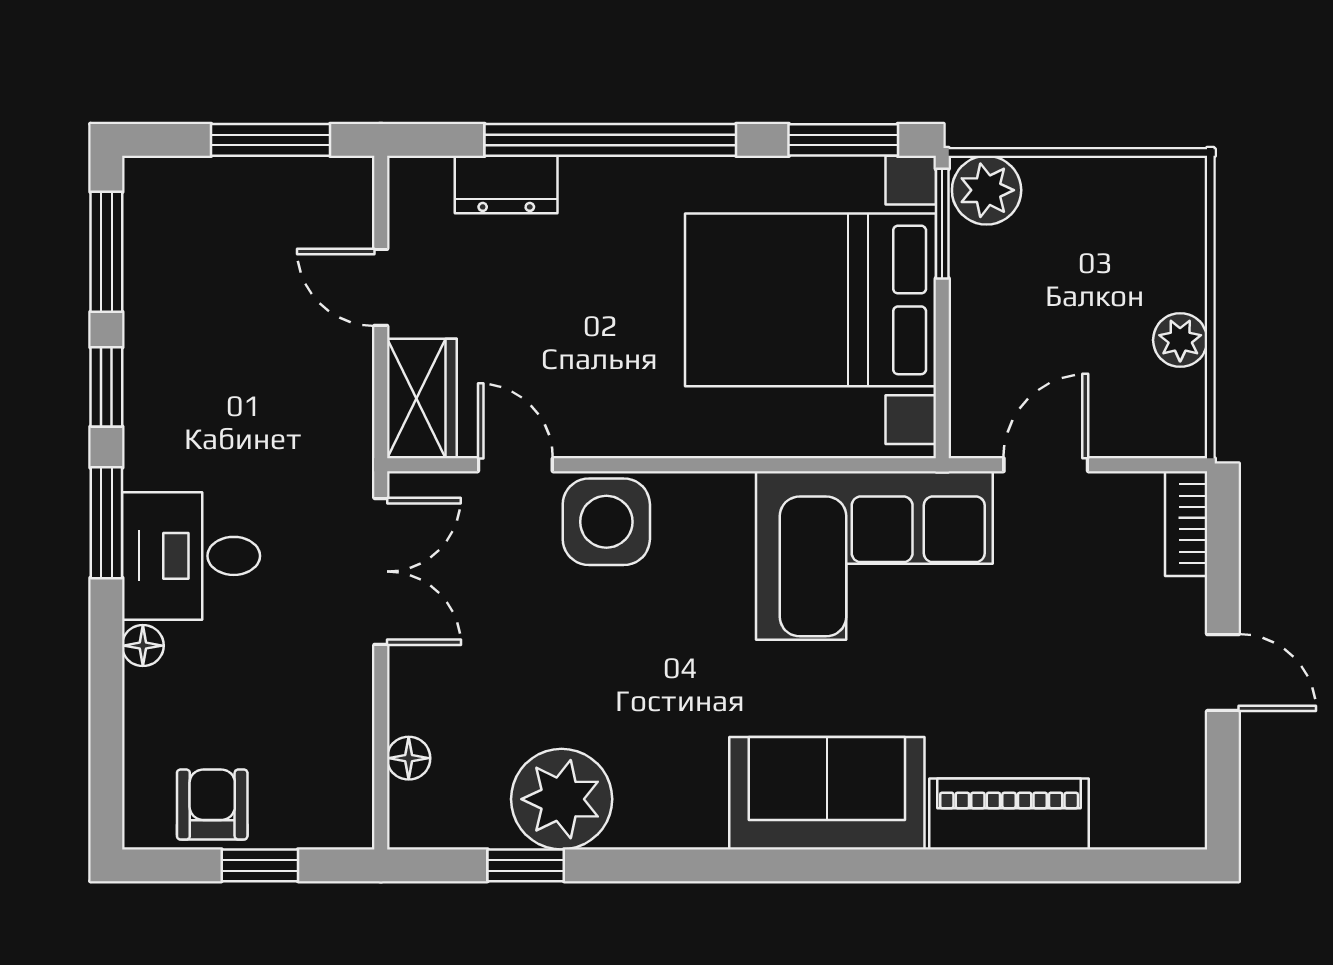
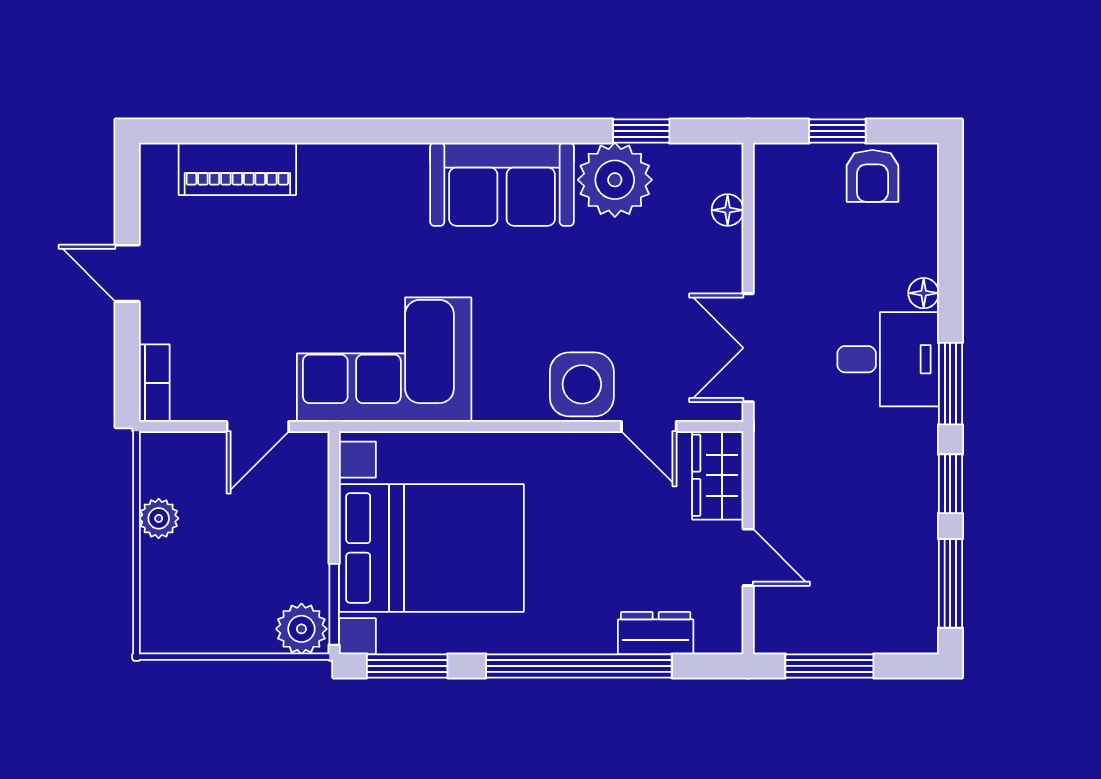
sofa: (827, 793) -> (502, 184), moved
piano: (1009, 814) -> (237, 169), moved

